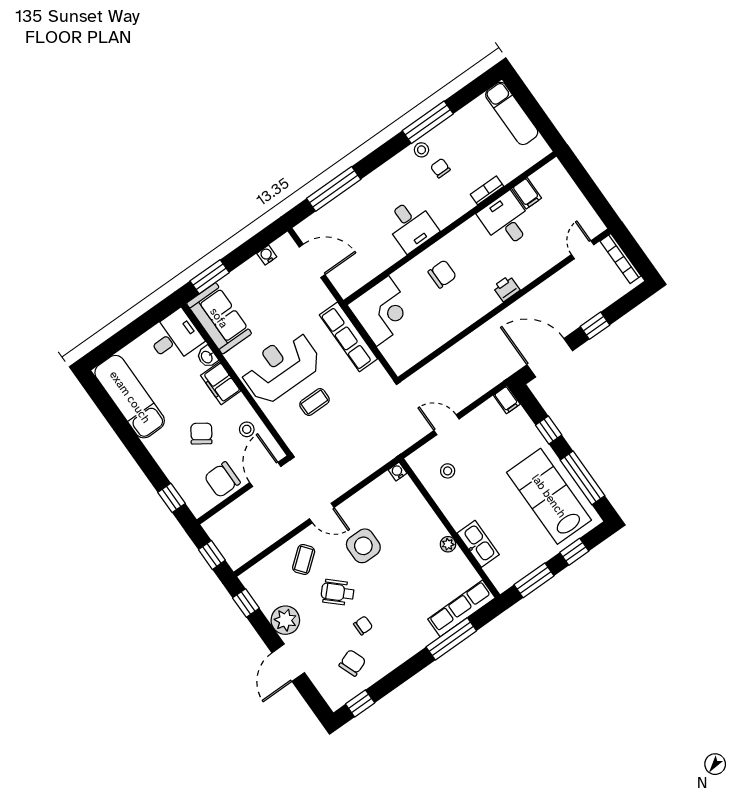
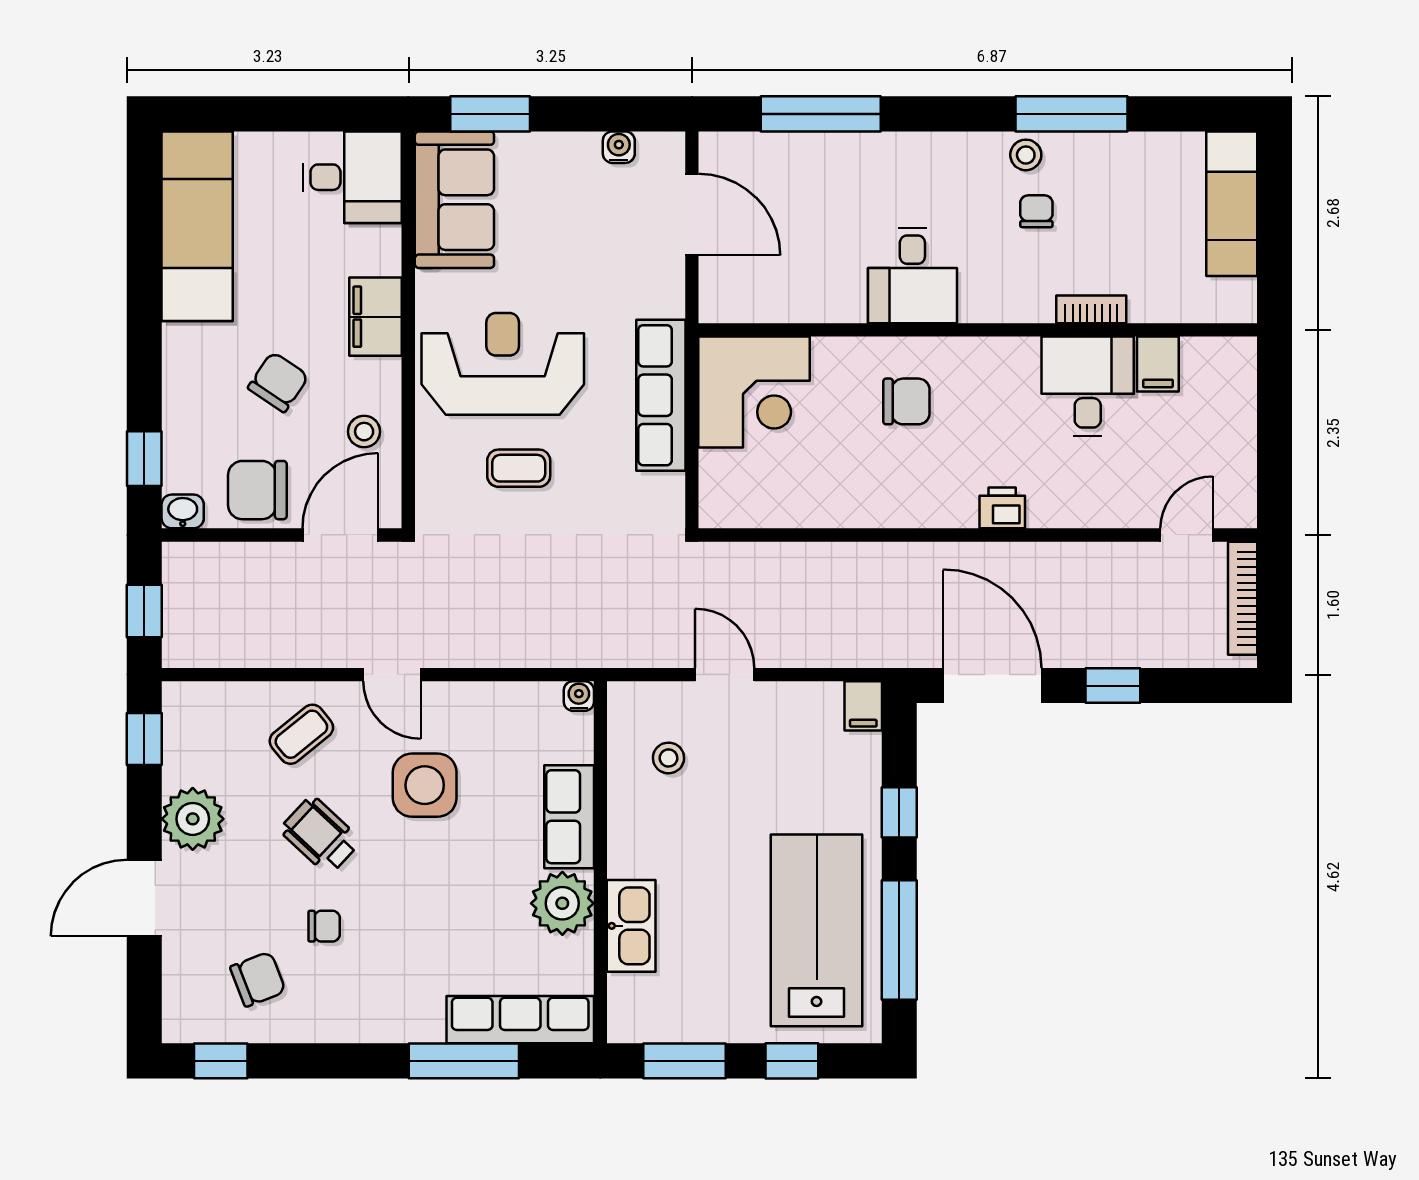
washbasin: (207, 357) -> (183, 511), moved, turned 90
row of seats: (426, 519) -> (569, 817), added
plant: (448, 544) -> (562, 903), width x1.87, depth x1.87

